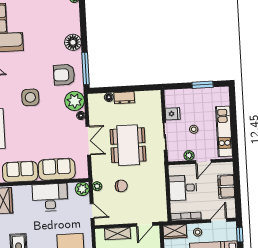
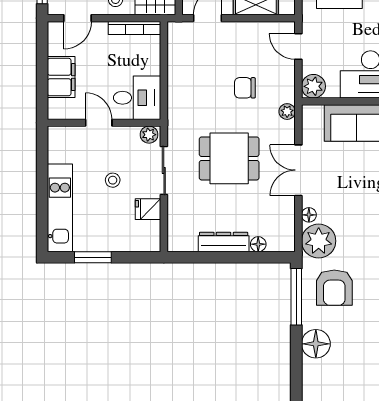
armchair: (64, 75) -> (334, 288), turned 90
dresser: (124, 98) -> (224, 242), width x1.44
kitchen unit: (224, 131) -> (60, 208), moved
dining table: (128, 145) -> (229, 158), width x0.73
plant: (189, 156) -> (149, 135), moved
door: (203, 162) -> (99, 123), hinge flipped
plant: (97, 186) -> (287, 112), moved
desk: (183, 188) -> (137, 98), moved

